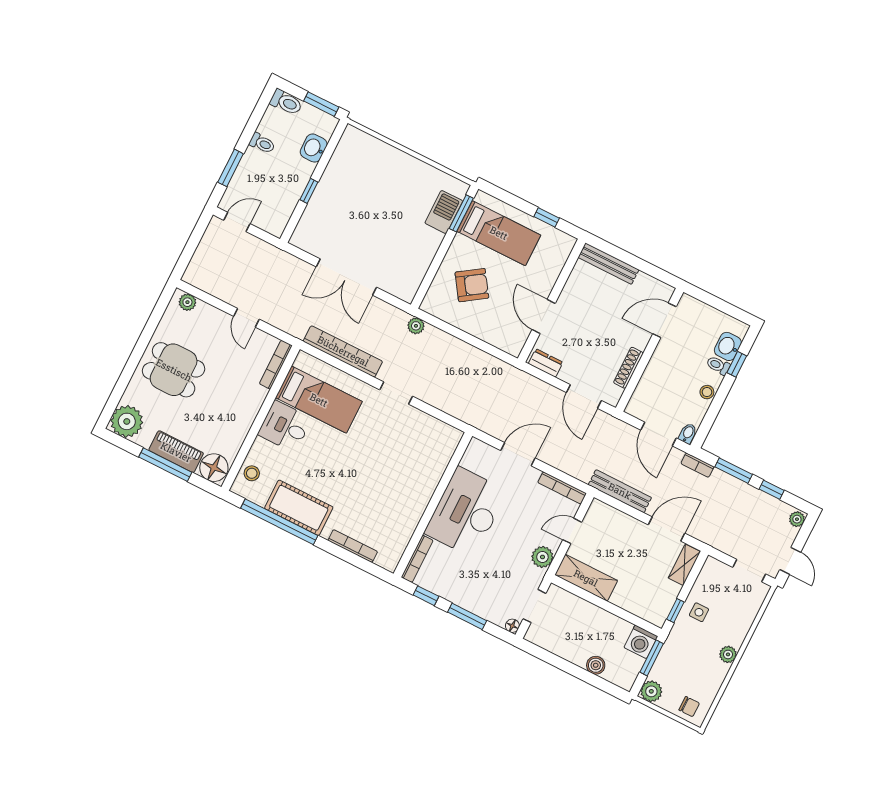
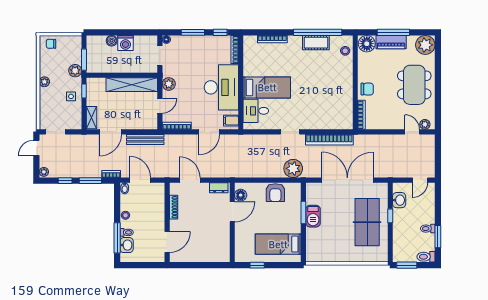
washbasin: (314, 148) -> (399, 200), moved
window: (231, 168) -> (438, 237), moved
table tennis table: (348, 199) -> (367, 222), added
barbecue: (444, 212) -> (313, 216), moved
window: (461, 213) -> (303, 213), moved
bench: (608, 264) -> (212, 257), removed
double door: (346, 277) -> (347, 180), width x1.36
armchair: (472, 285) -> (275, 193), moved, turned -56
door: (544, 316) -> (232, 212), hinge flipped
door: (246, 318) -> (412, 132), moved
plant: (416, 326) -> (293, 168), width x1.87, depth x1.87
floor lamp: (518, 335) -> (241, 195), added
window: (737, 364) -> (117, 238), width x2.17
dining table: (174, 370) -> (414, 85), width x1.38
chair: (248, 399) -> (367, 89), added
bed: (319, 400) -> (267, 87), moved, turned 180
desk: (285, 426) -> (256, 111), moved, turned 180
filing cabinet: (477, 455) -> (231, 121), added
cot: (299, 508) -> (316, 43), width x0.73, depth x0.75
door: (790, 561) -> (36, 148), hinge flipped
shelving: (586, 578) -> (132, 85), width x1.47
washing machine: (641, 642) -> (126, 43), moved, turned 180
plant: (651, 691) -> (75, 71), moved

